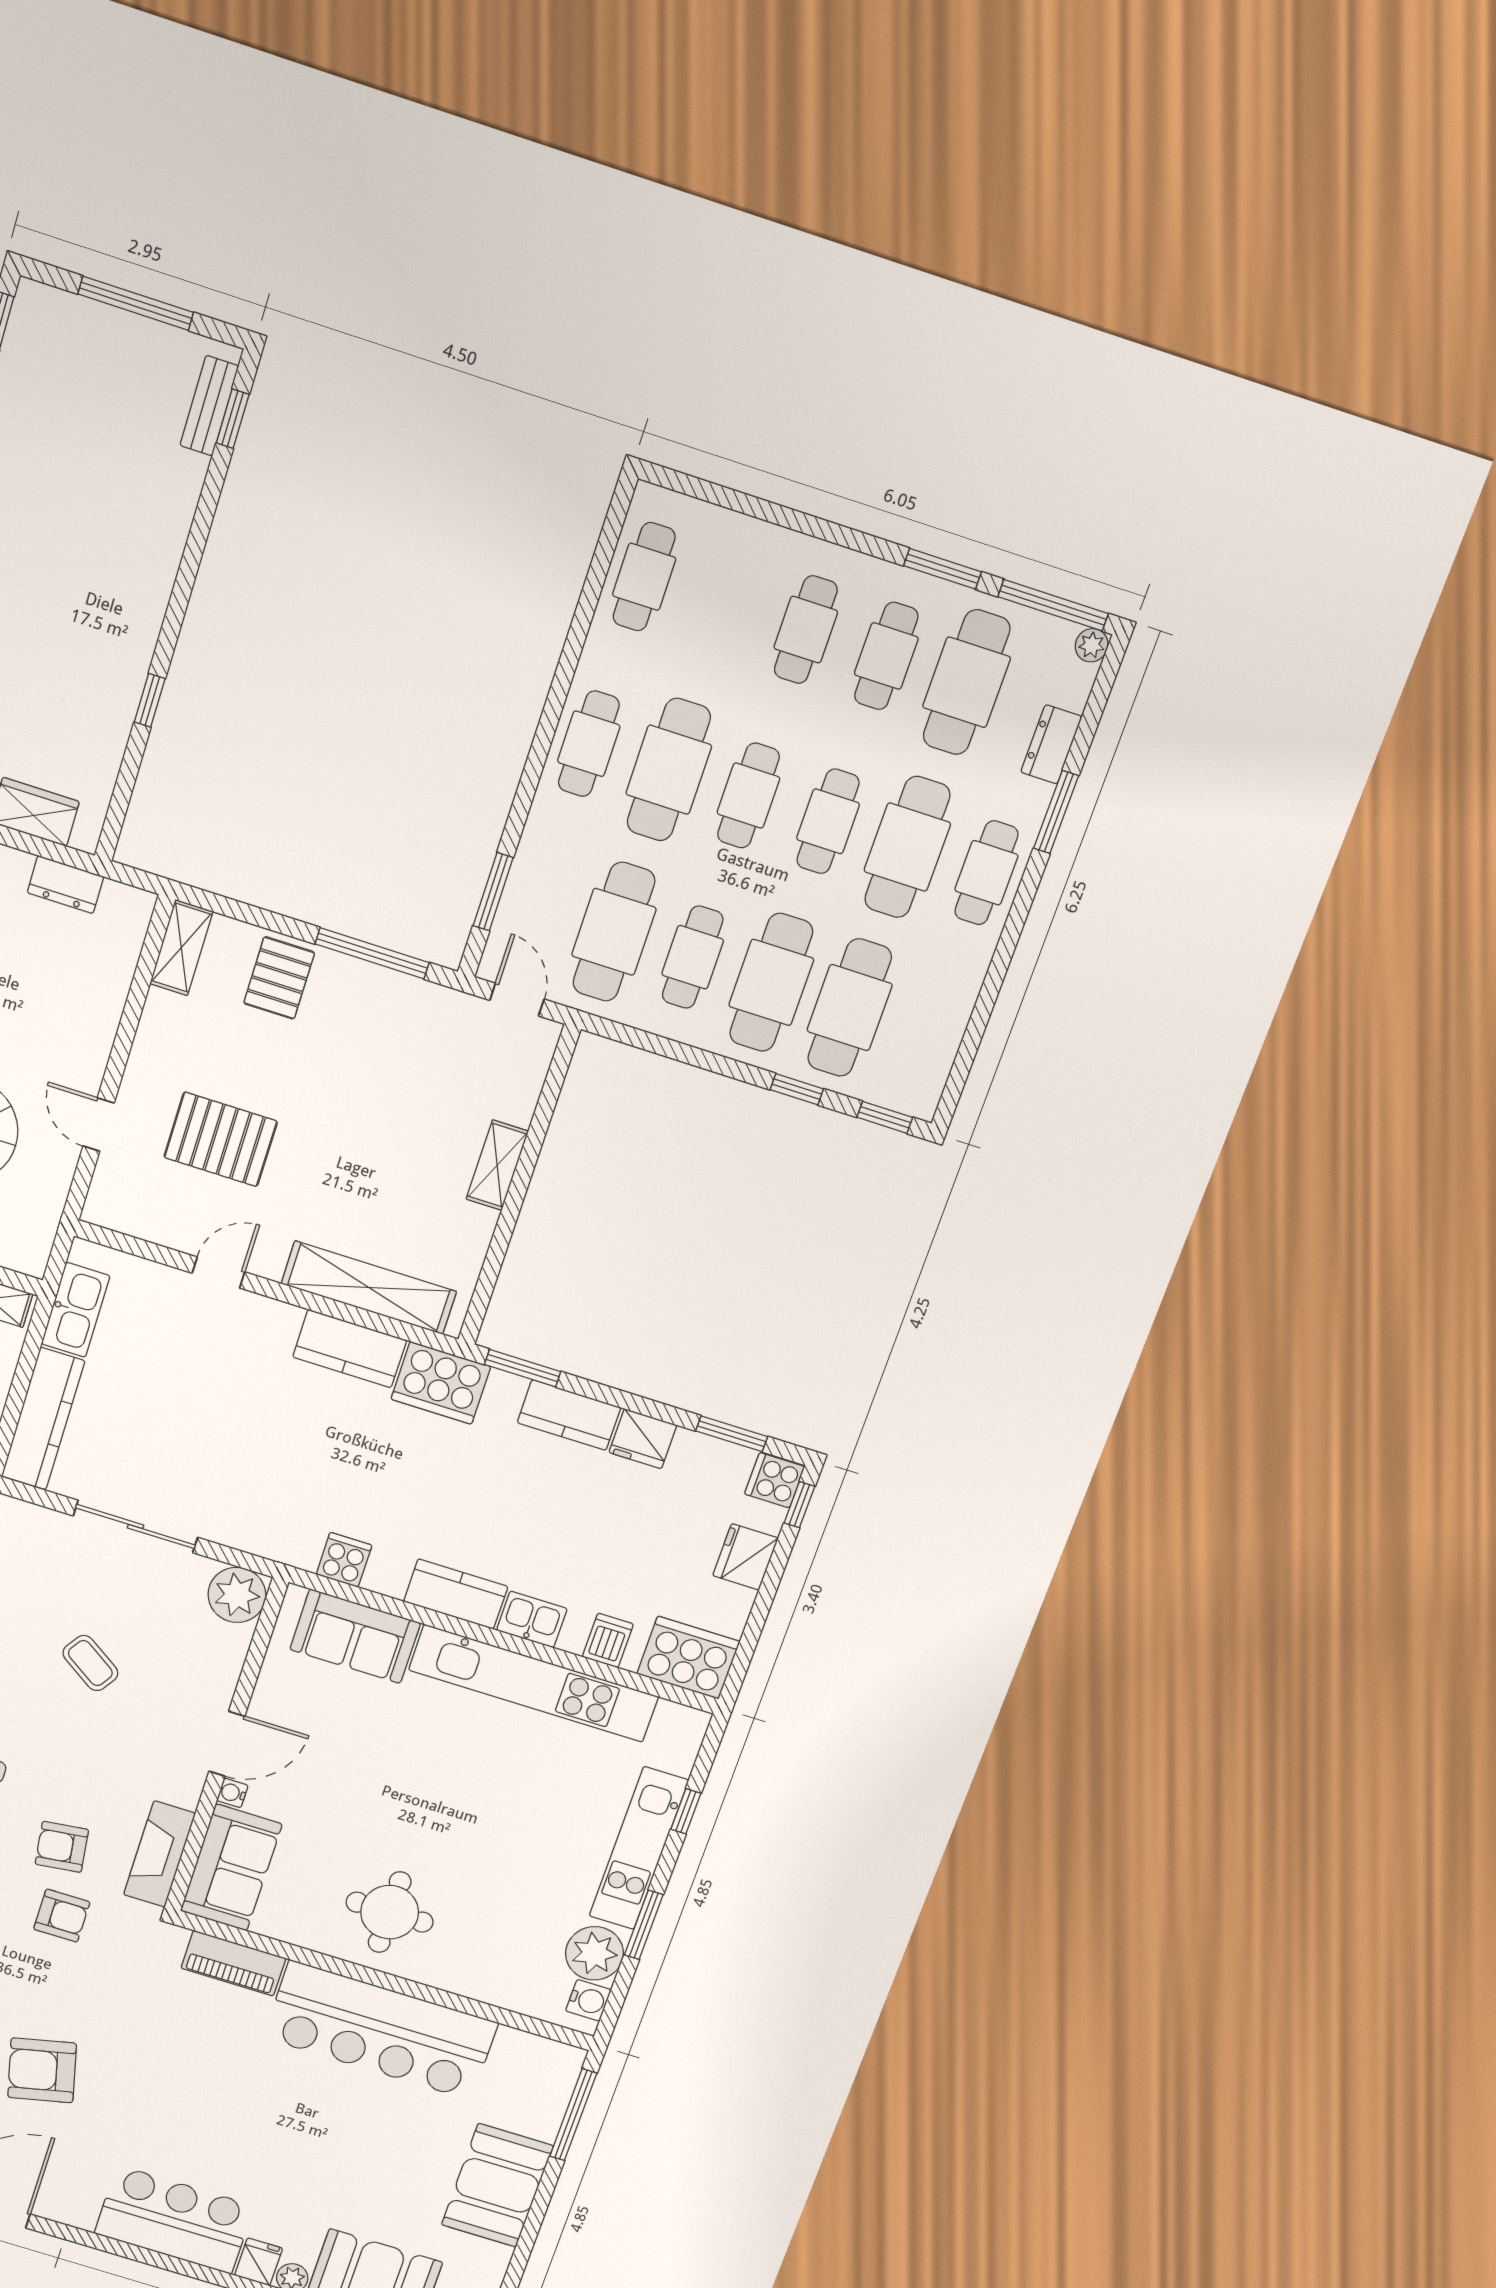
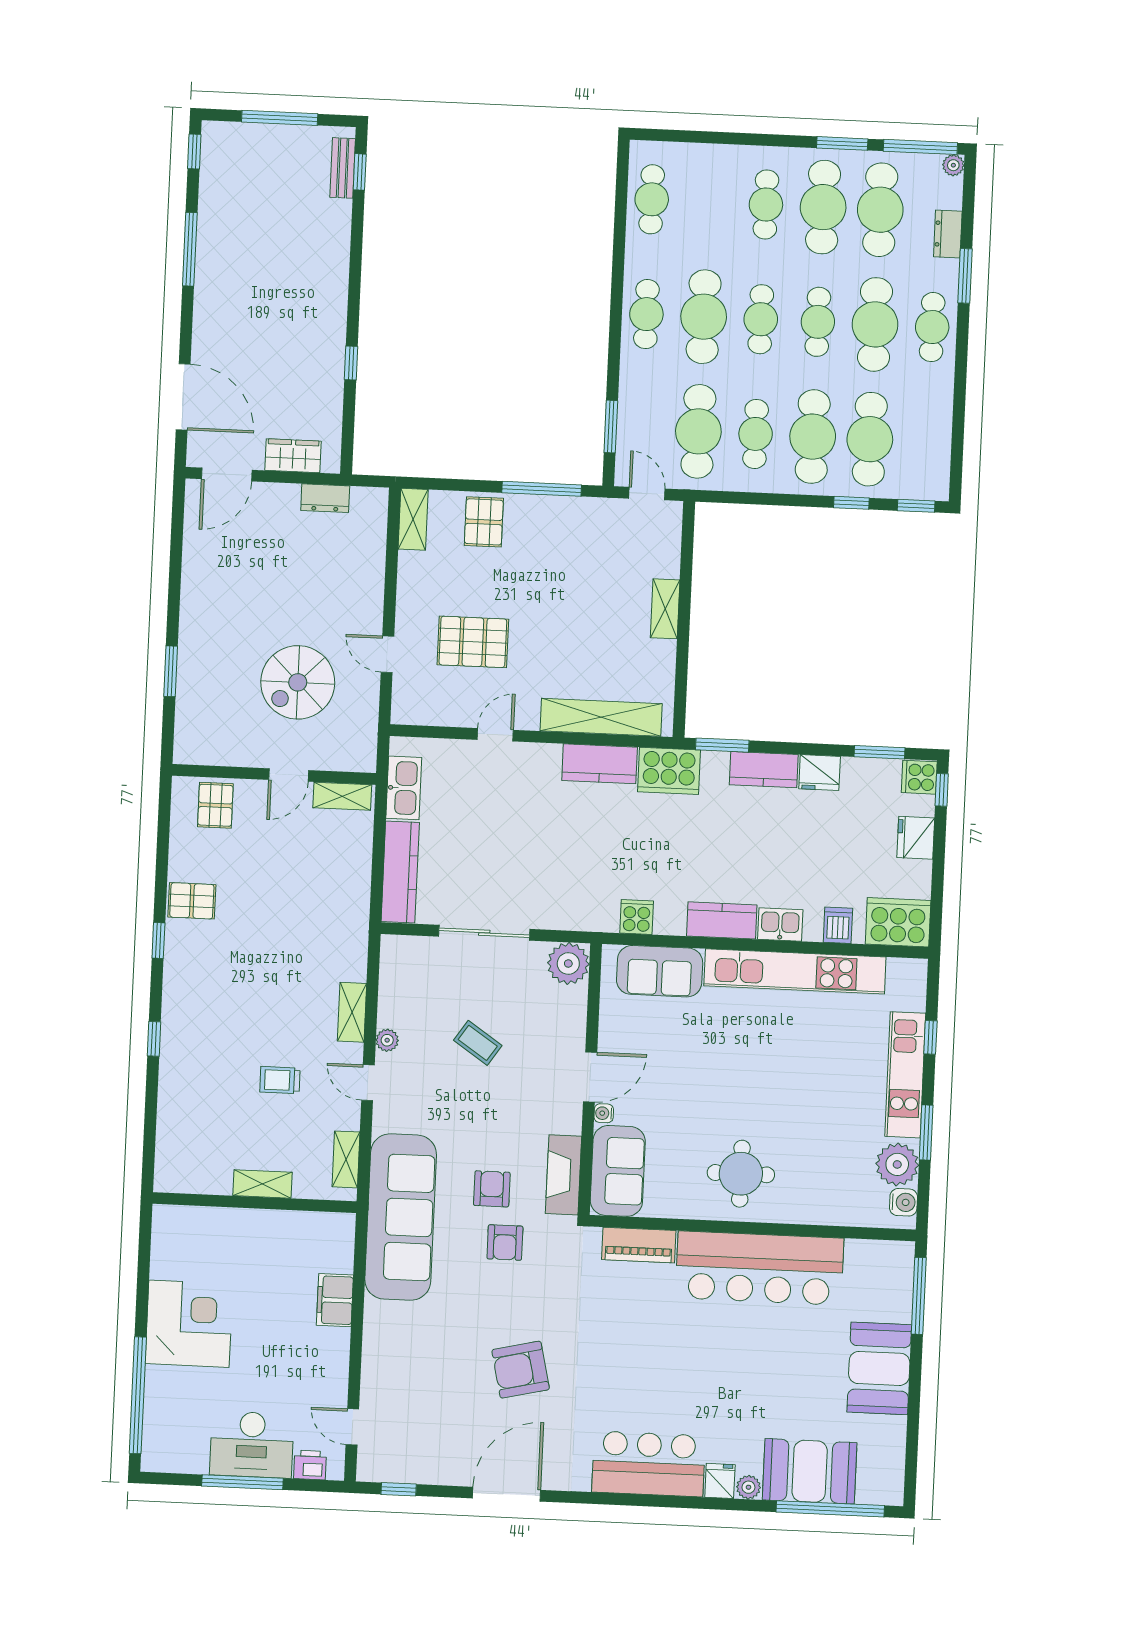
cafe table: (886, 656) -> (823, 207), width x1.37, depth x1.35
armchair: (62, 1847) -> (492, 1189), turned 97
armchair: (62, 1916) -> (505, 1242), turned 90

